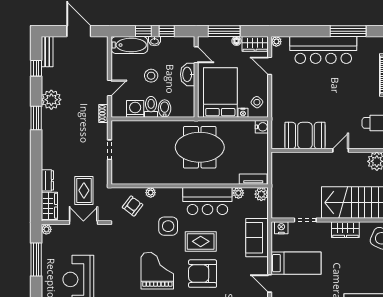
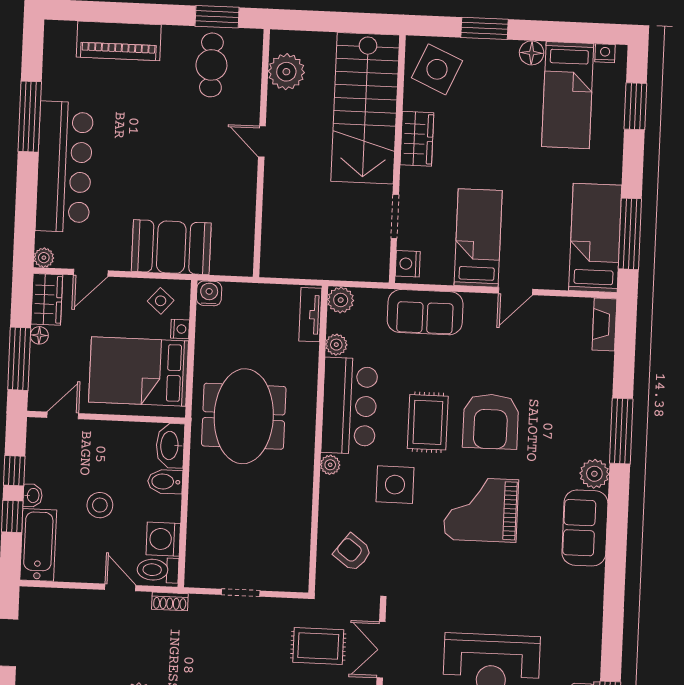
washbasin: (188, 74) -> (170, 446), moved, turned 90
toilet: (151, 107) -> (158, 570), moved
booth: (305, 136) -> (171, 247), moved, turned 90
plant: (151, 193) -> (330, 465), moved

